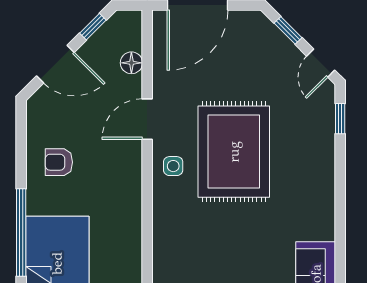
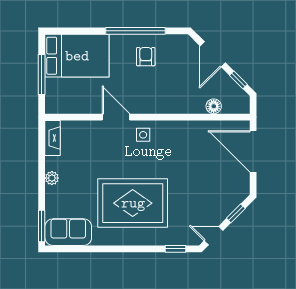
door: (147, 119) -> (116, 117), moved
rug: (234, 152) -> (133, 203), moved
window: (21, 232) -> (135, 31), moved

